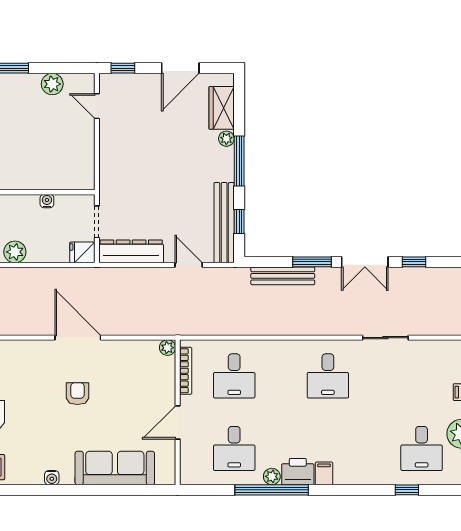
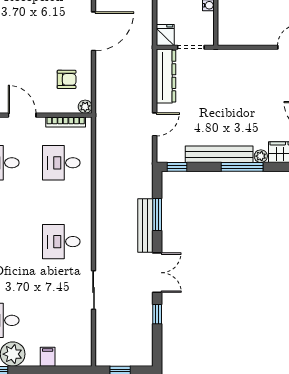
window: (239, 222) -> (177, 167), moved
bench: (224, 223) -> (219, 154), moved
window: (312, 262) -> (157, 215), moved
double door: (365, 262) -> (157, 273), swing flipped
bench: (283, 276) -> (145, 225), moved
armchair: (77, 394) -> (67, 79), moved

